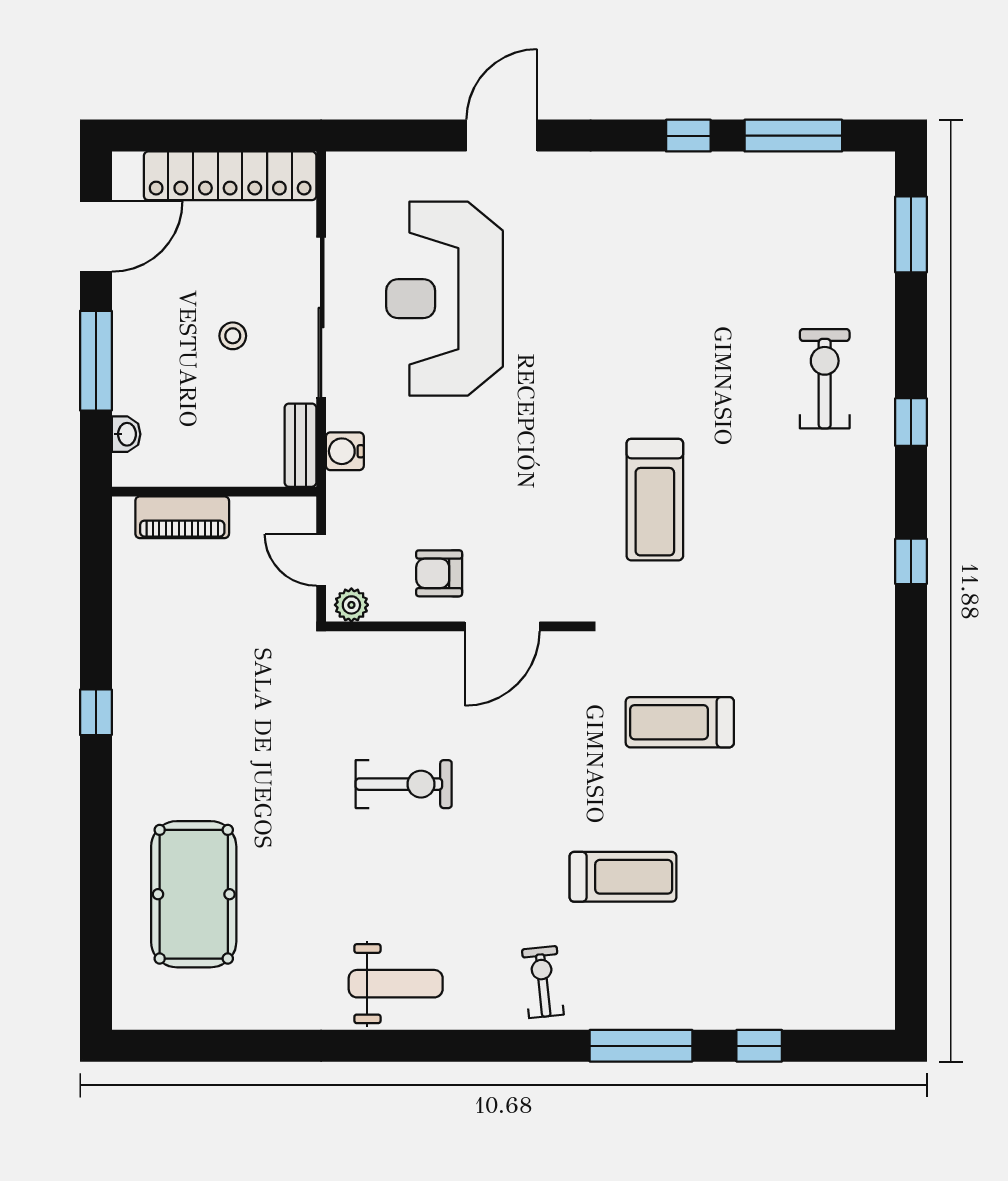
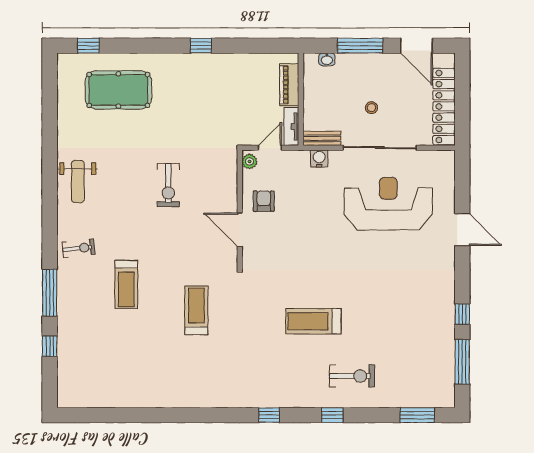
treadmill: (655, 500) -> (313, 321), moved
tv unit: (274, 512) -> (291, 126), added
window: (96, 960) -> (88, 46), added

